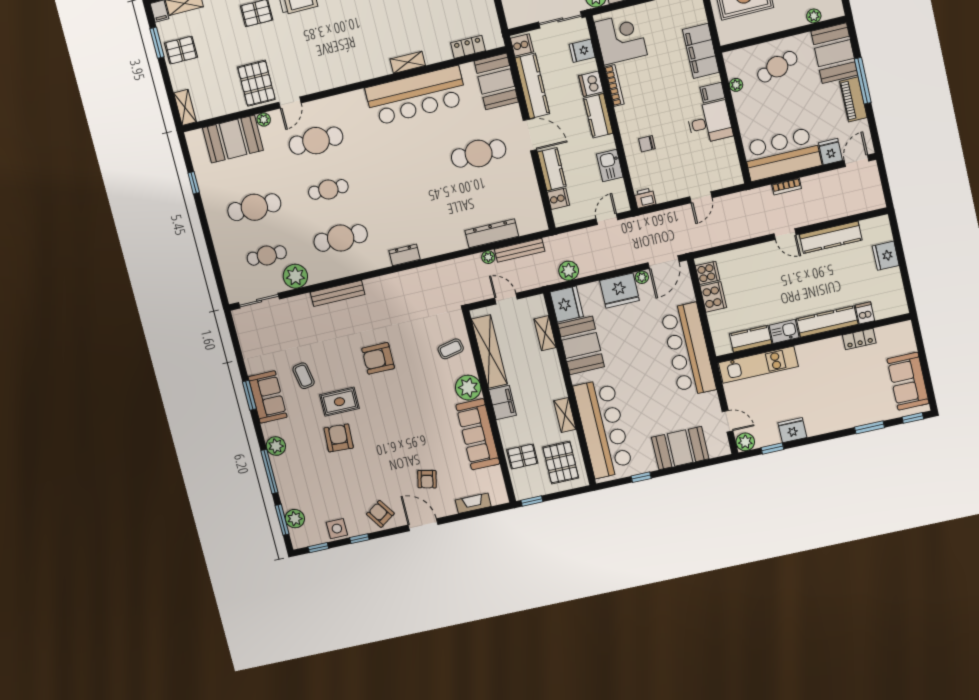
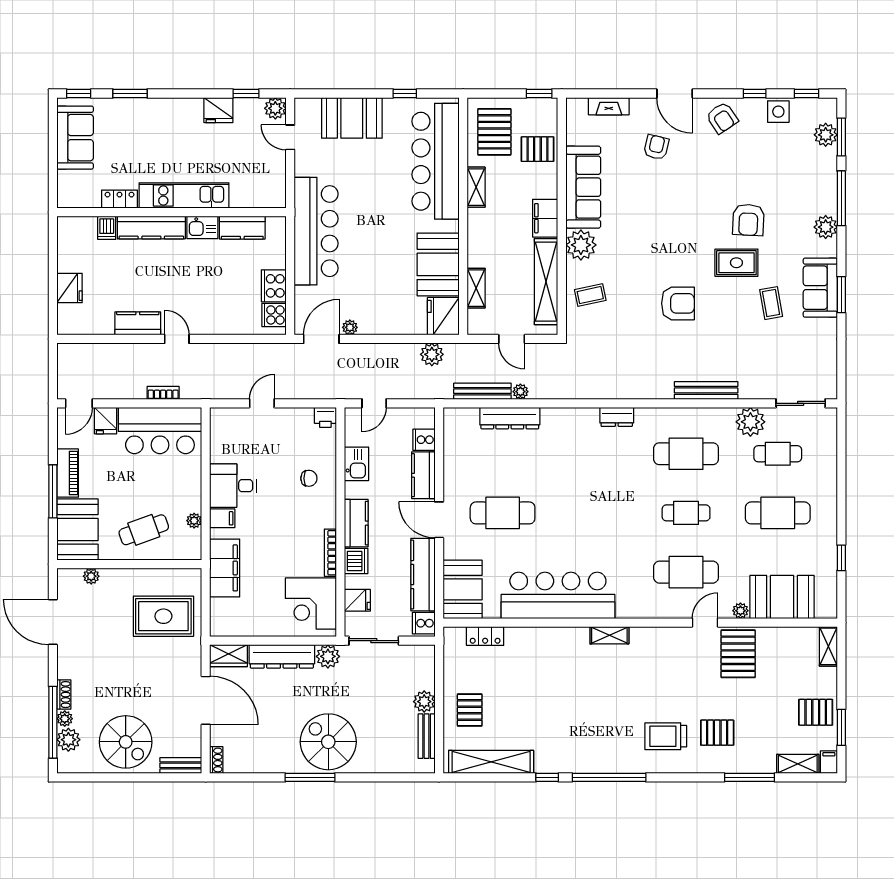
shelving: (408, 62) -> (609, 635), moved
kitchen counter: (831, 237) -> (138, 323), width x0.67
fridge: (619, 291) -> (379, 318), removed
kitchen unit: (758, 365) -> (184, 196), moved

